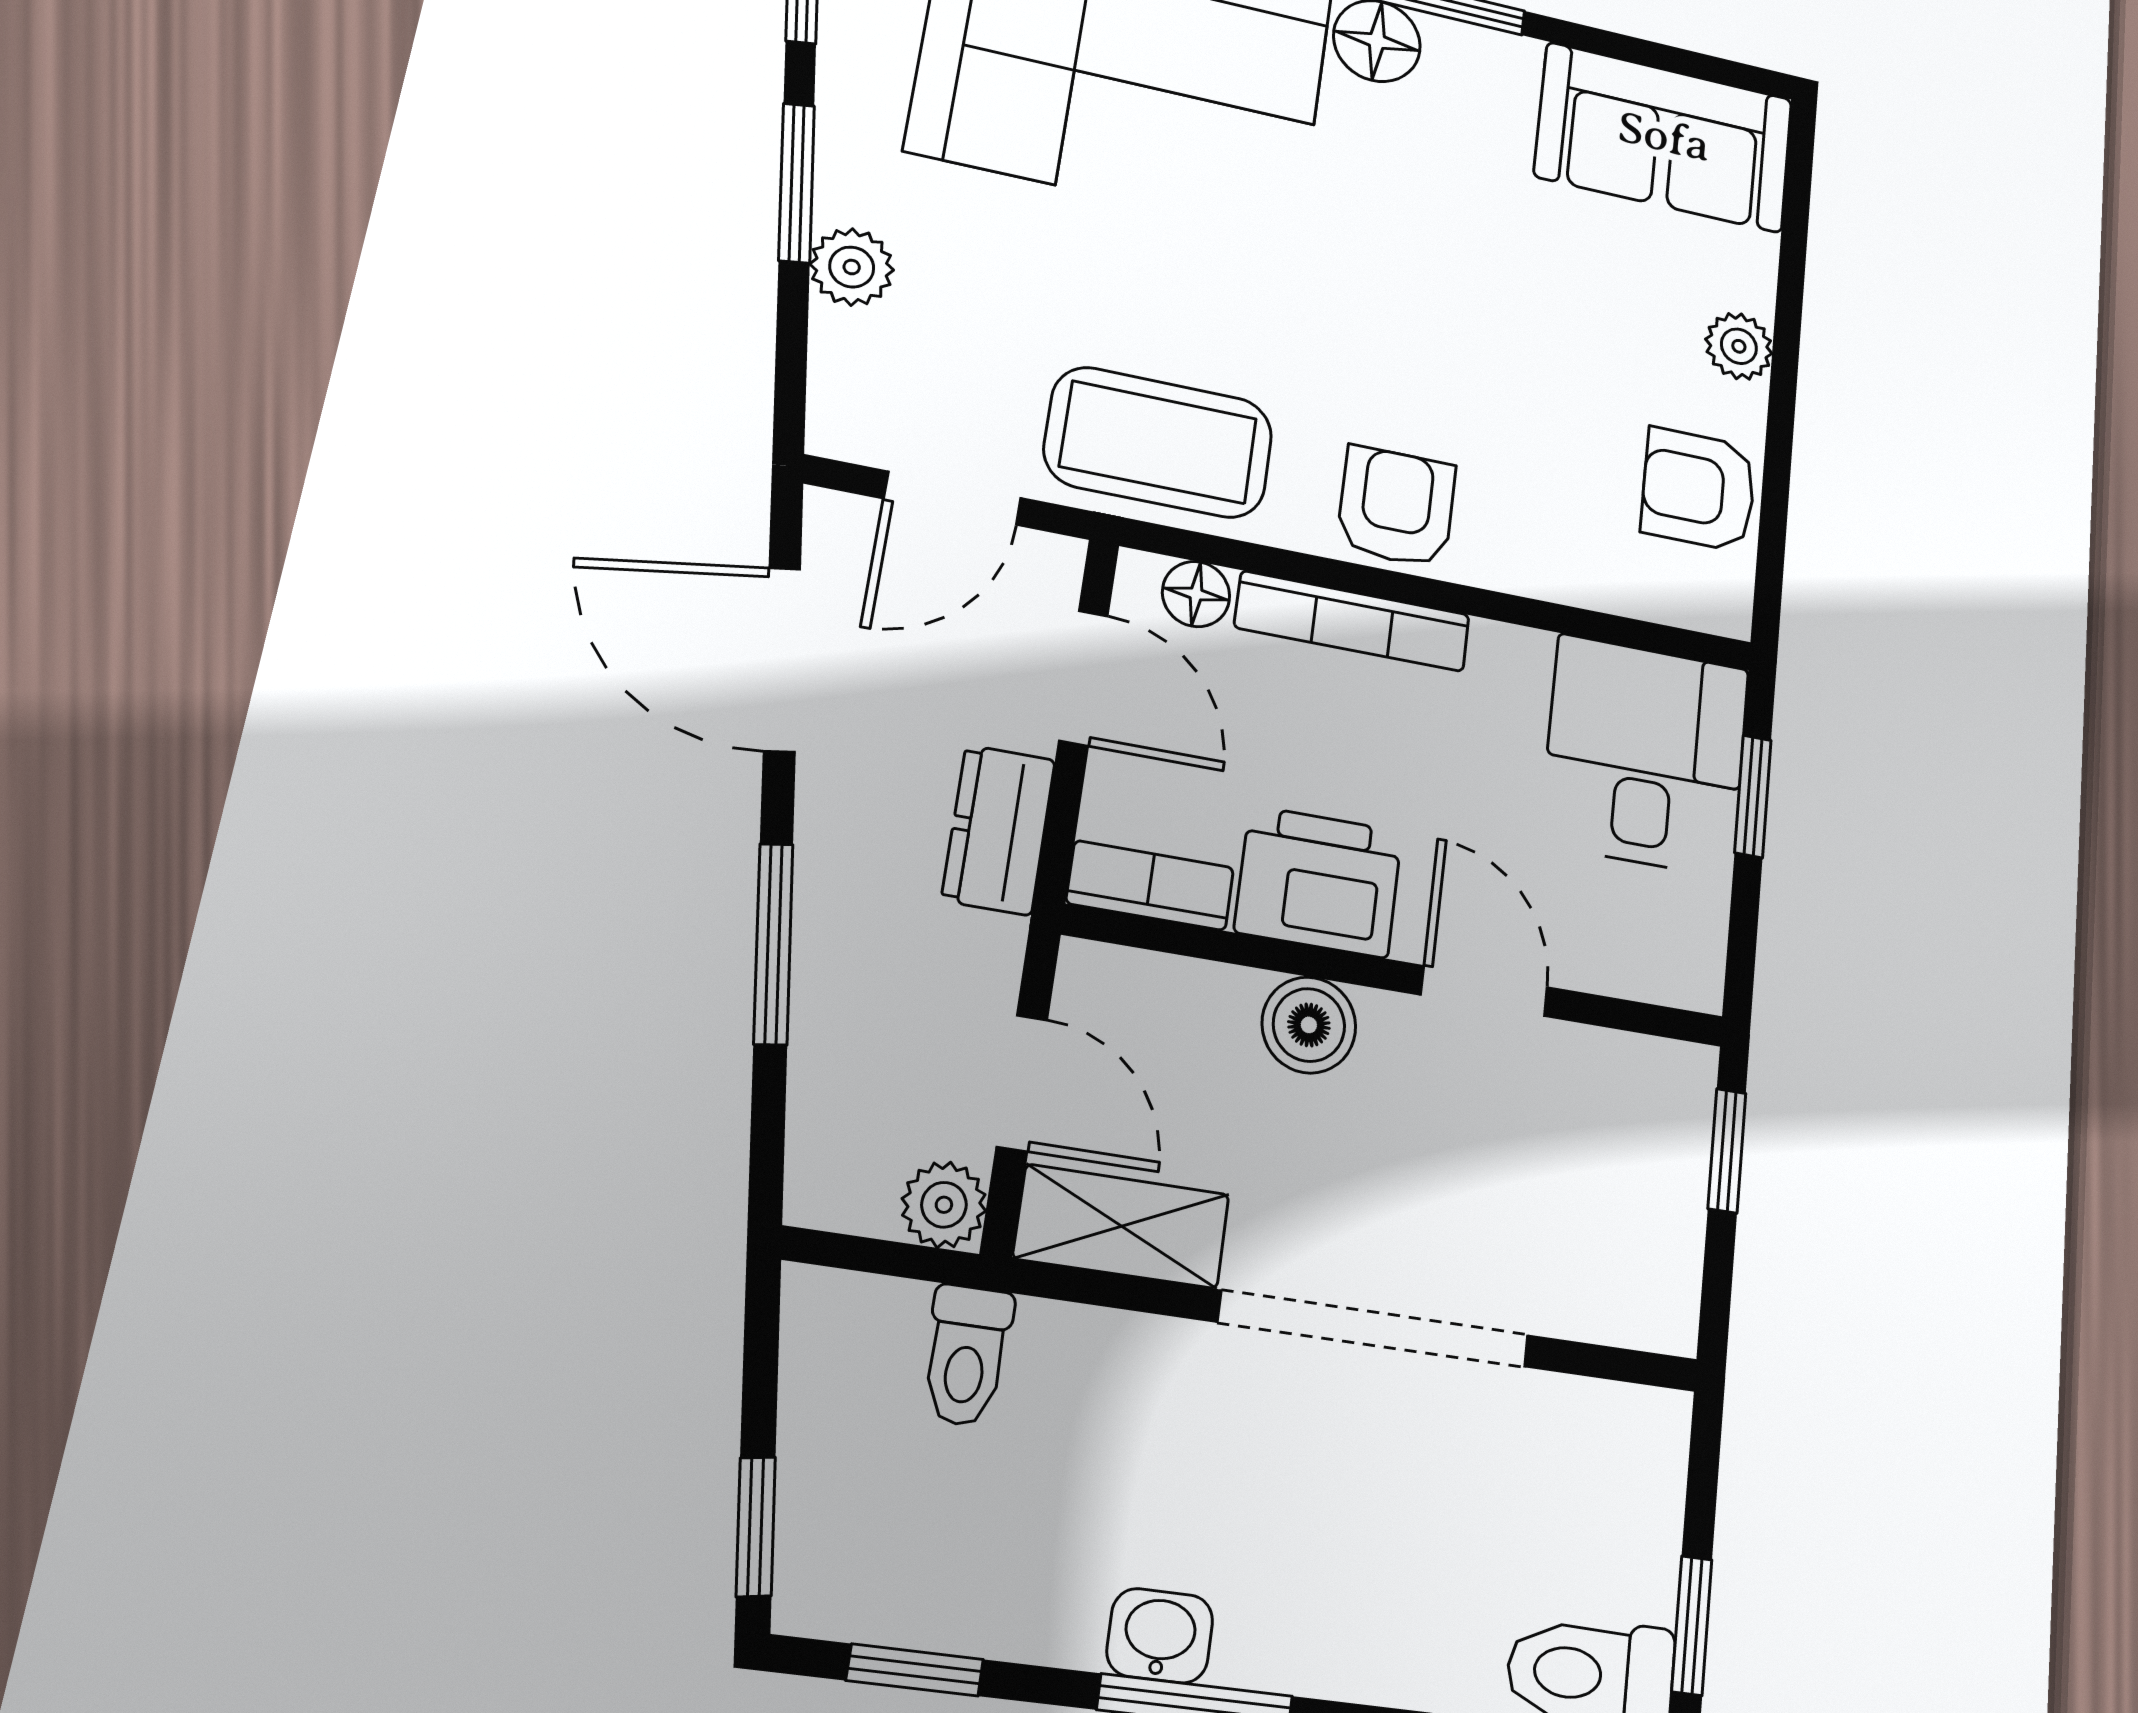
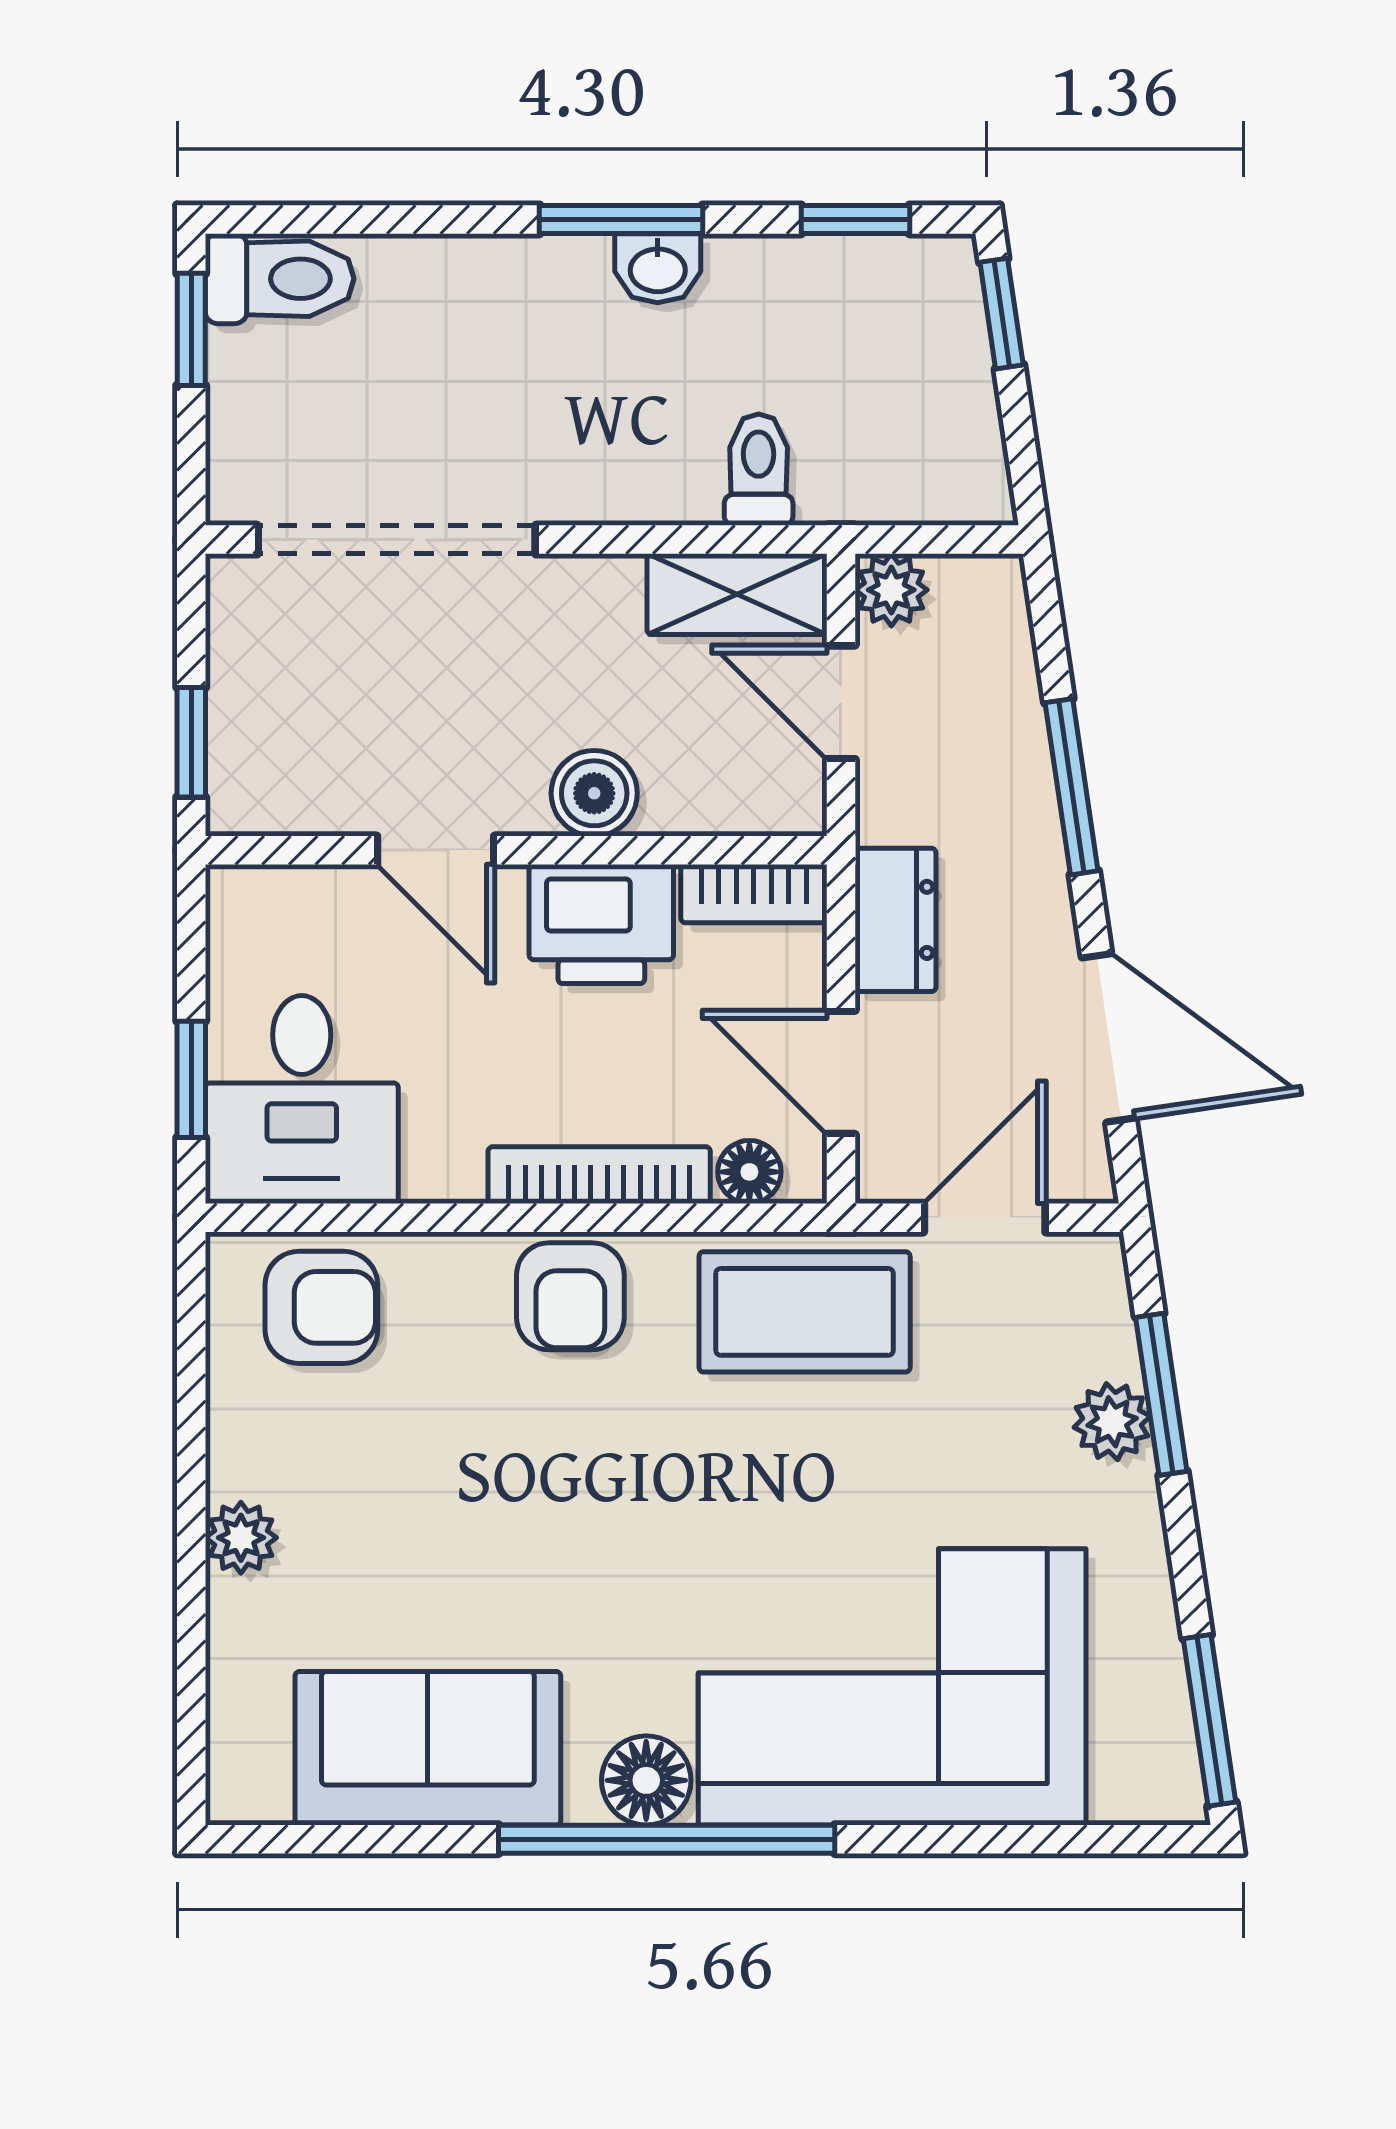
sofa: (1664, 137) -> (428, 1748), moved
window: (796, 183) -> (1161, 1394), moved
armchair: (1699, 490) -> (321, 1307), moved
doorway: (1375, 1329) -> (397, 540), moved
toilet: (967, 1356) -> (759, 470), moved

